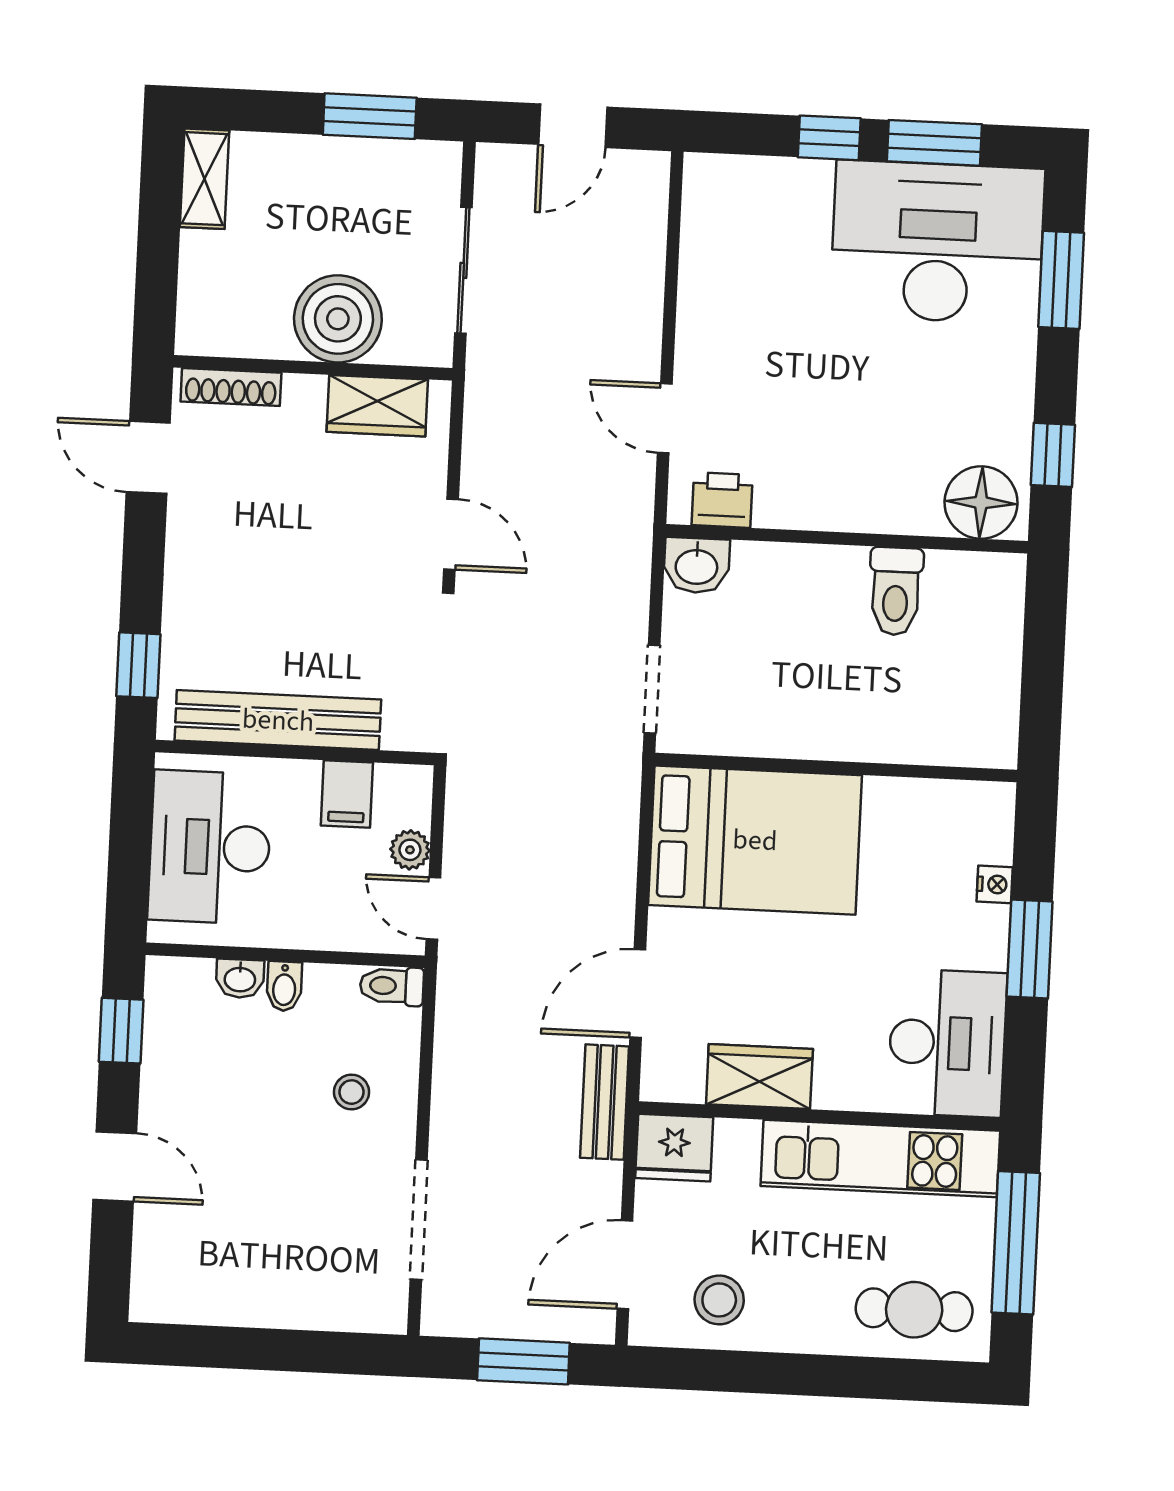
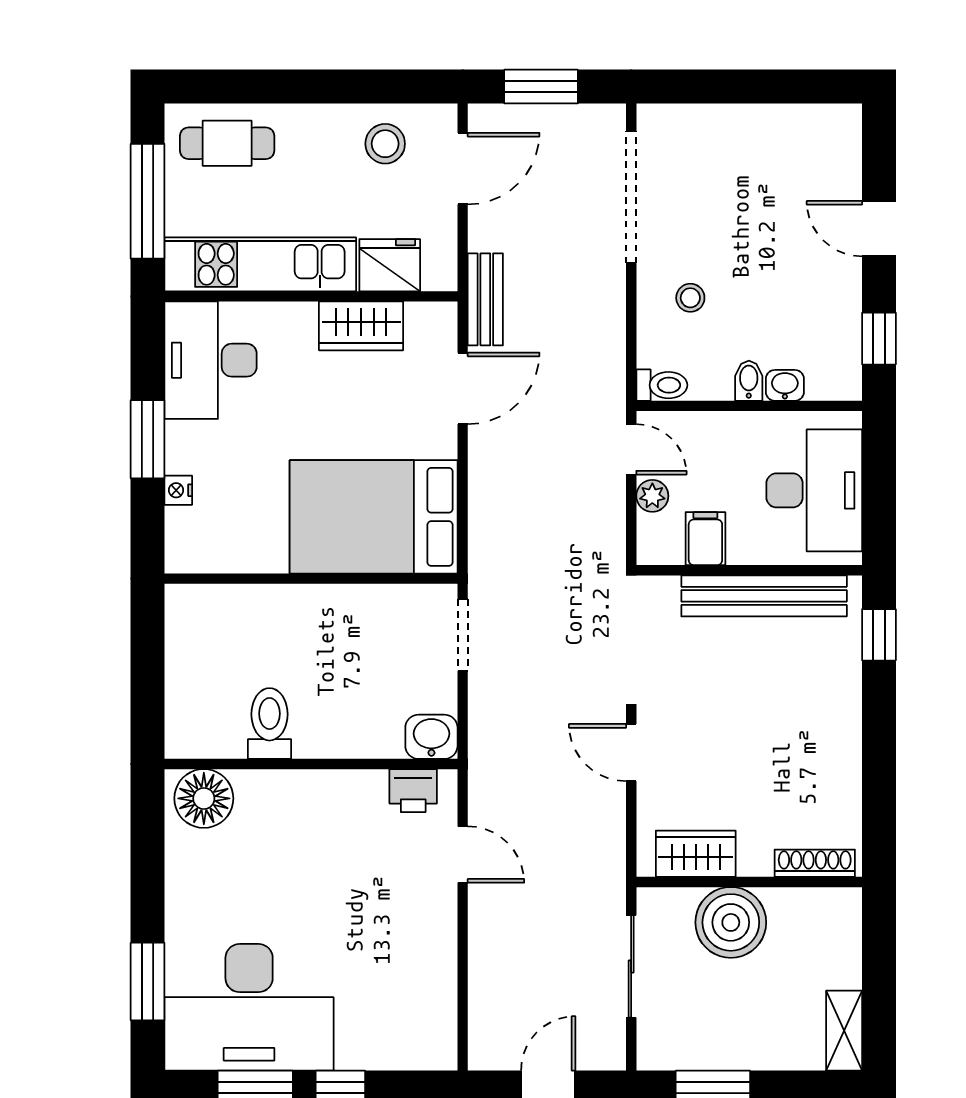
window: (1053, 455) -> (148, 840), removed
door: (148, 457) -> (879, 803), removed
fridge: (674, 1148) -> (390, 265), moved
doorway: (419, 1220) -> (631, 197), width x1.36

